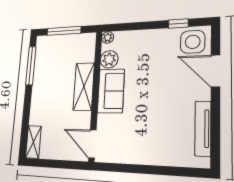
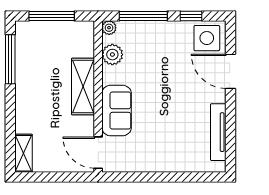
window: (136, 26) -> (143, 16), added
sofa: (111, 91) -> (117, 111), moved

